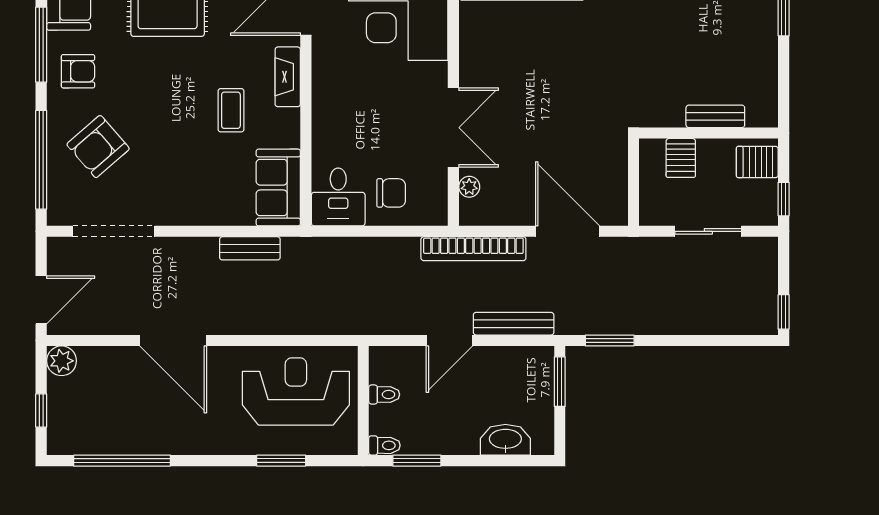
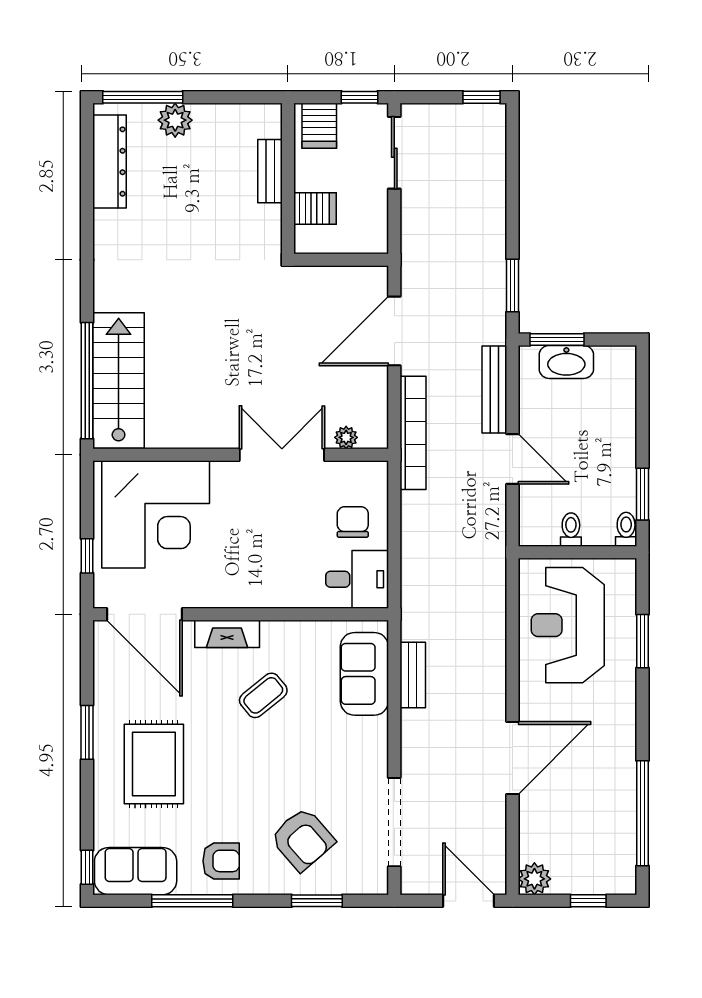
plant: (762, 29) -> (175, 120), added
armchair: (78, 71) -> (221, 861), turned 90
coffee table: (231, 110) -> (263, 695), turned -39
window: (41, 160) -> (317, 901), width x0.47
sofa: (278, 188) -> (364, 674), moved, turned 90
sliding door: (708, 231) -> (394, 153), moved
washbasin: (505, 440) -> (566, 362), moved, turned -90

